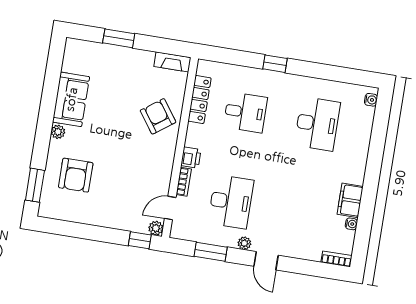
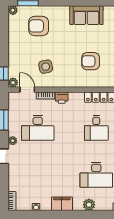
armchair: (158, 116) -> (91, 61), moved, turned -144
plant: (58, 132) -> (13, 10), moved
plant: (361, 142) -> (89, 205), added
side table: (139, 174) -> (46, 67), added
filing cabinet: (350, 200) -> (62, 204), moved

